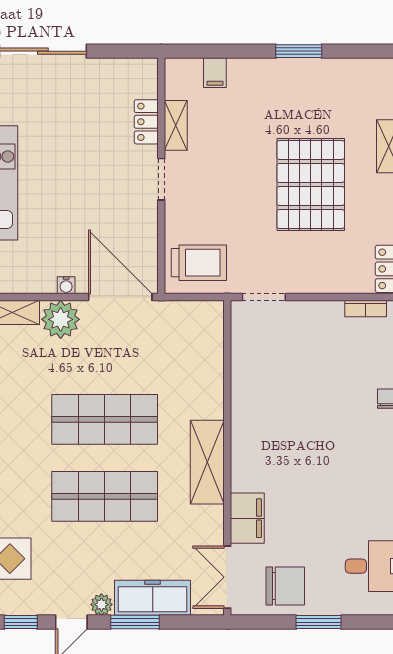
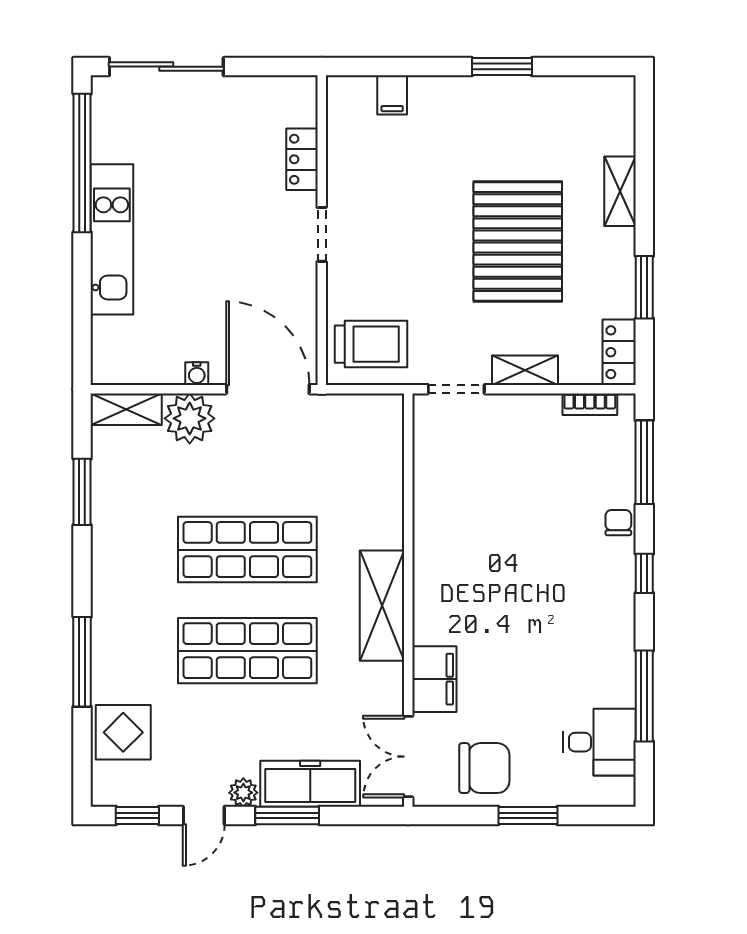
shelving: (176, 125) -> (525, 370), moved, turned 90

